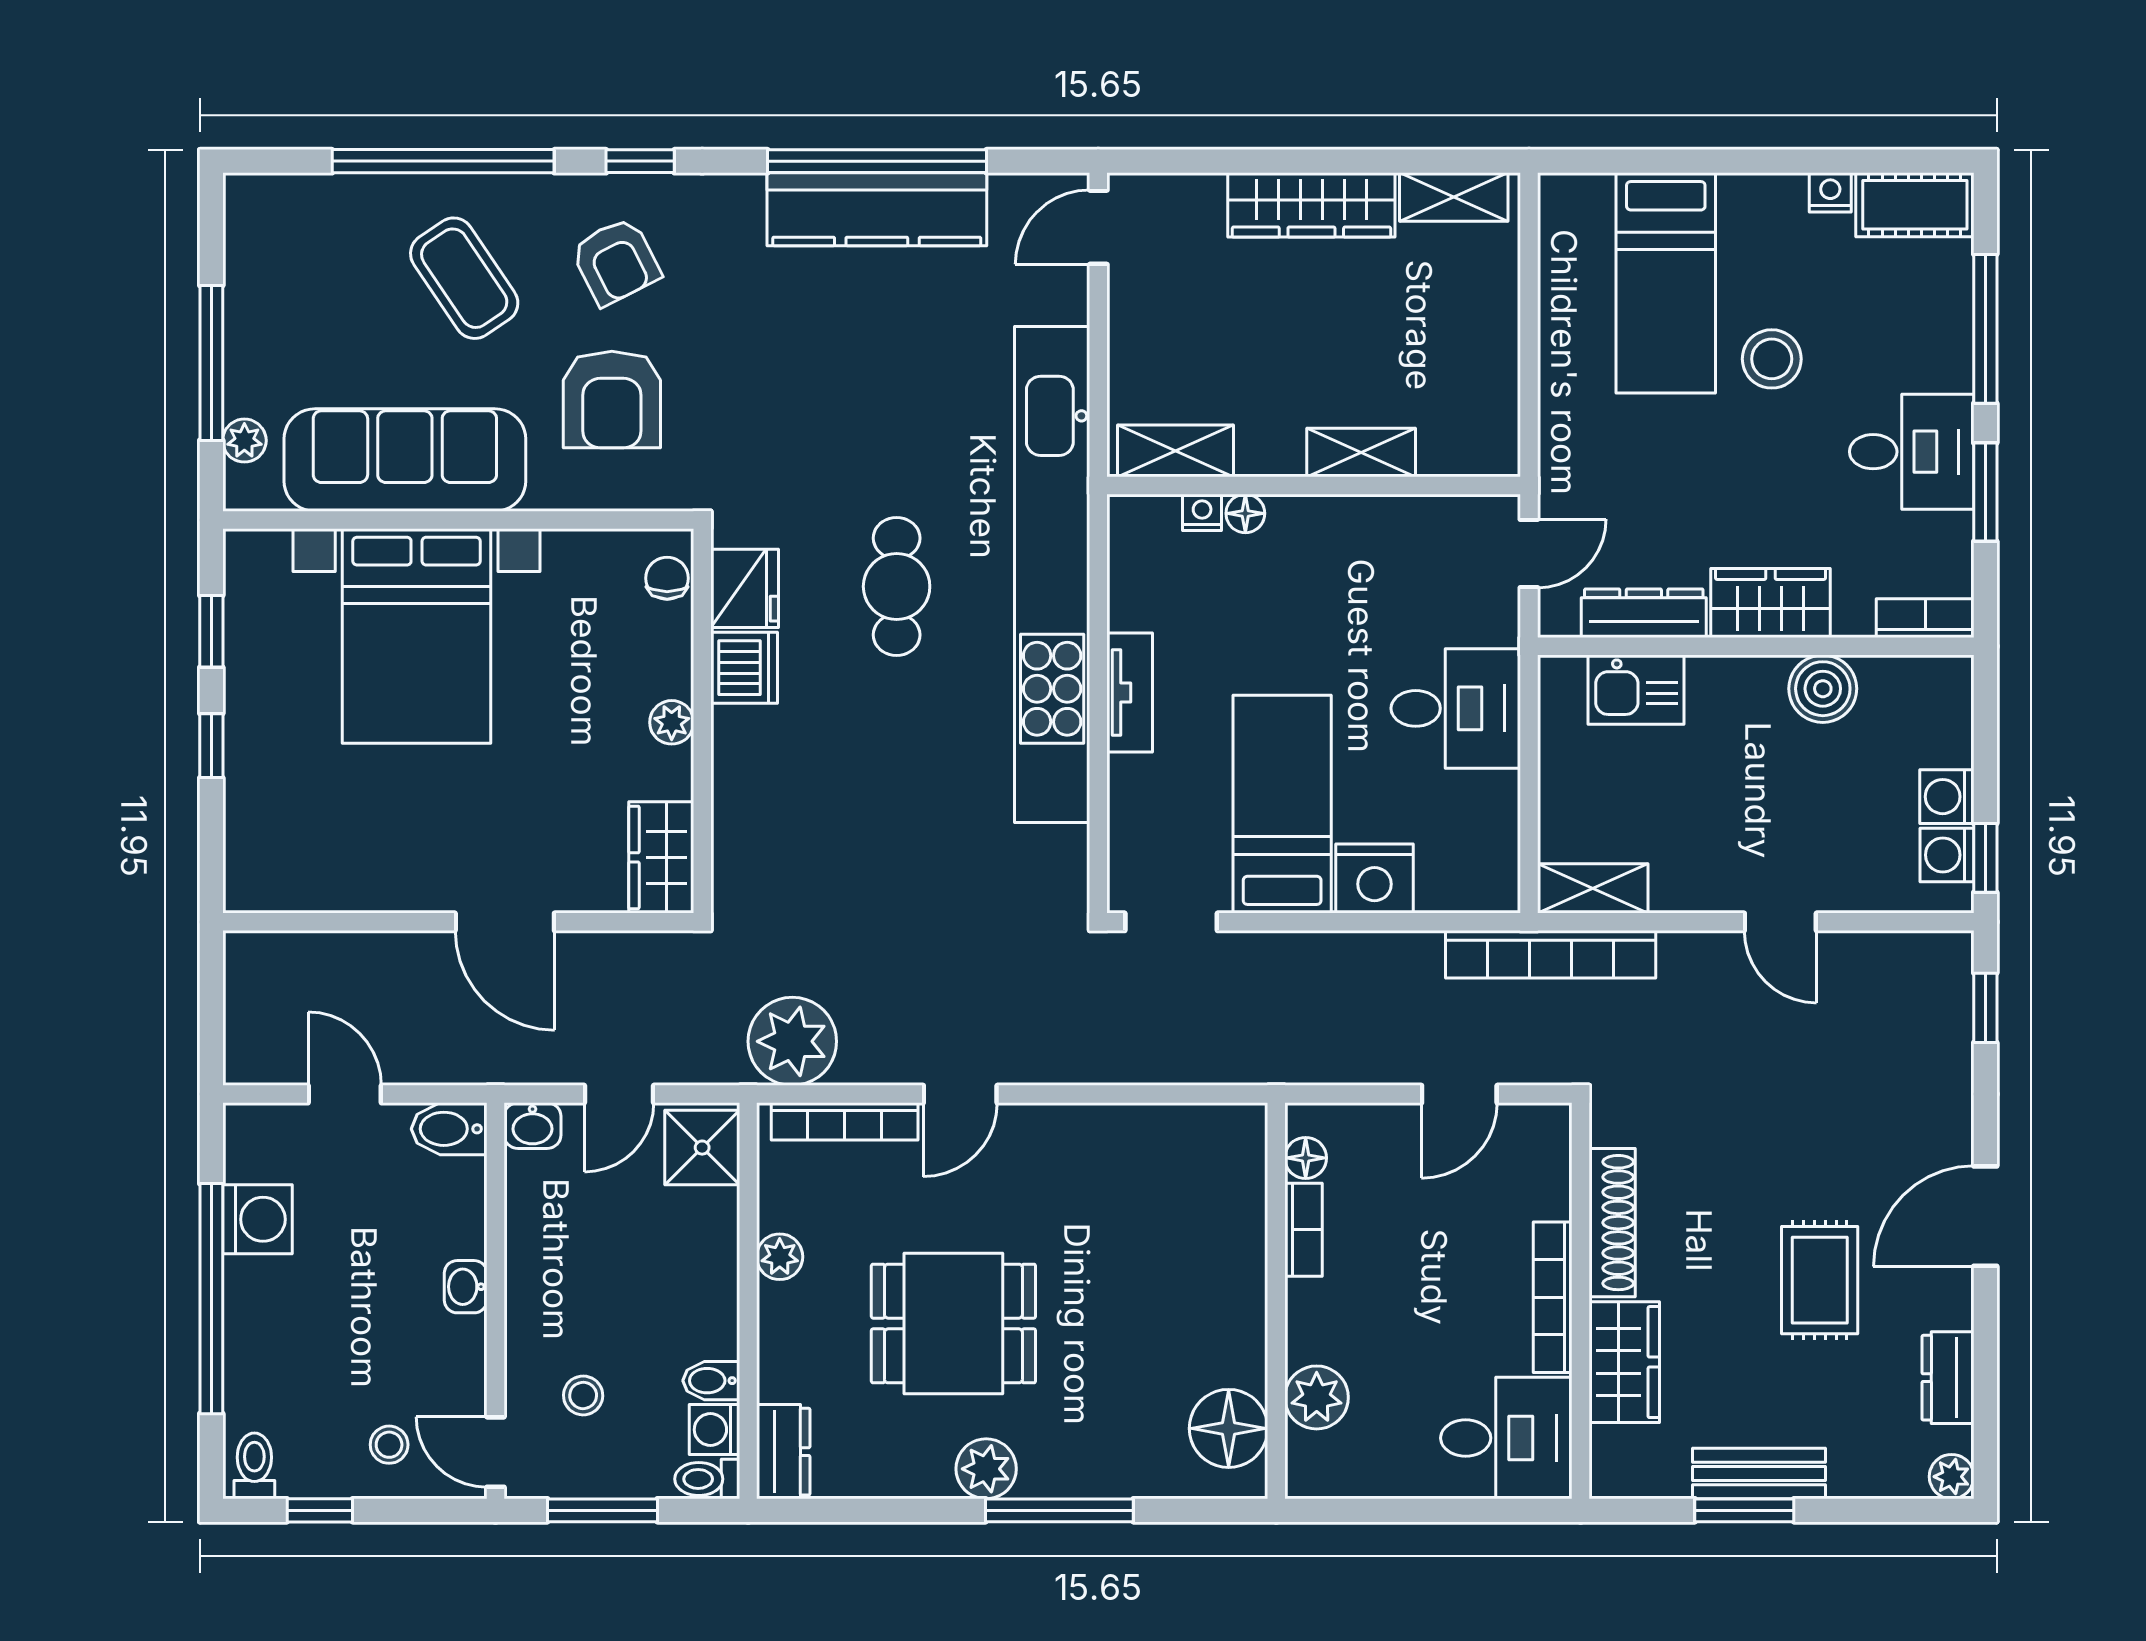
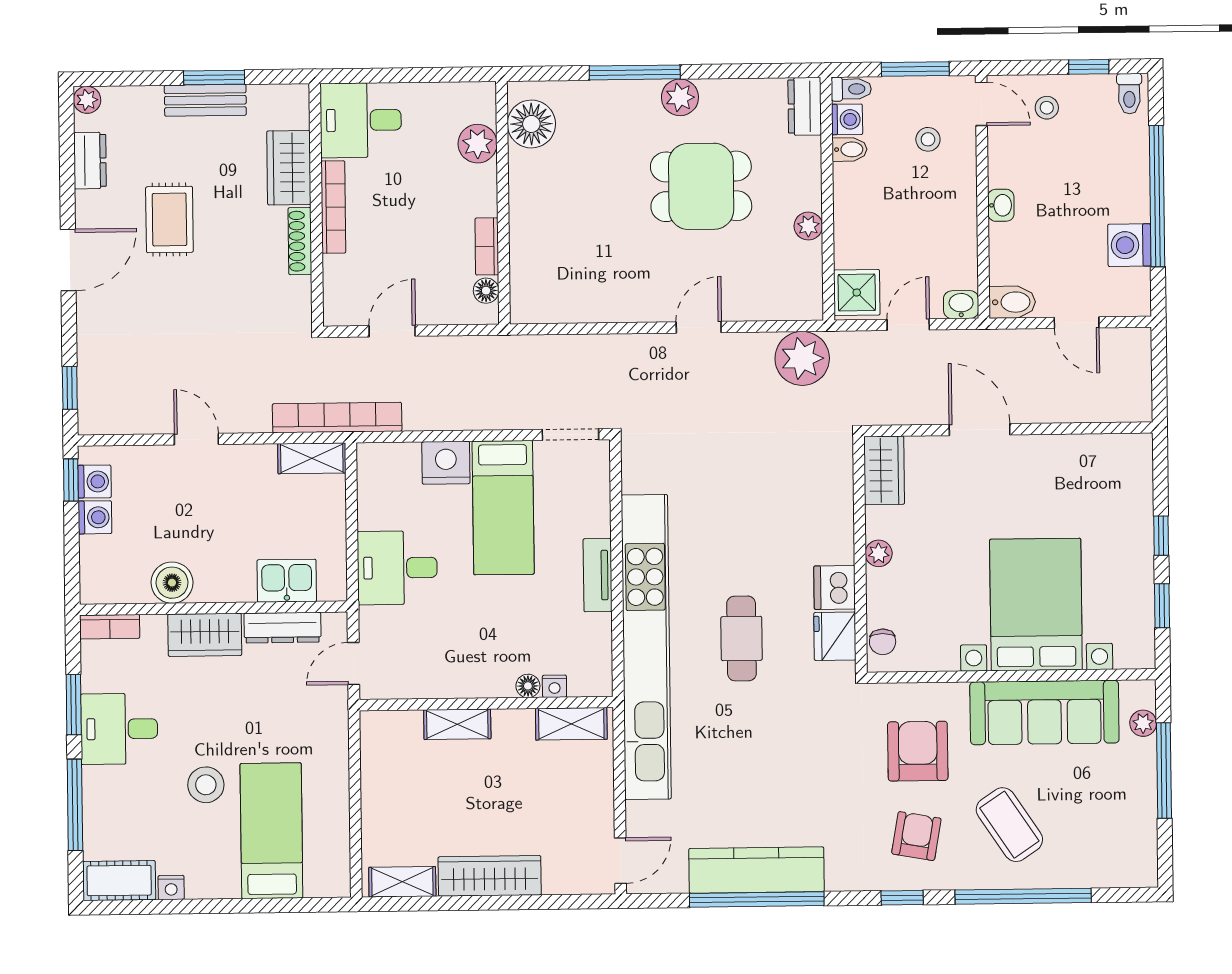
armchair: (616, 261) -> (916, 836), turned 37
bookcase: (845, 1121) -> (769, 310), removed
shoe rack: (1612, 1223) -> (300, 241), width x0.74, depth x0.81

